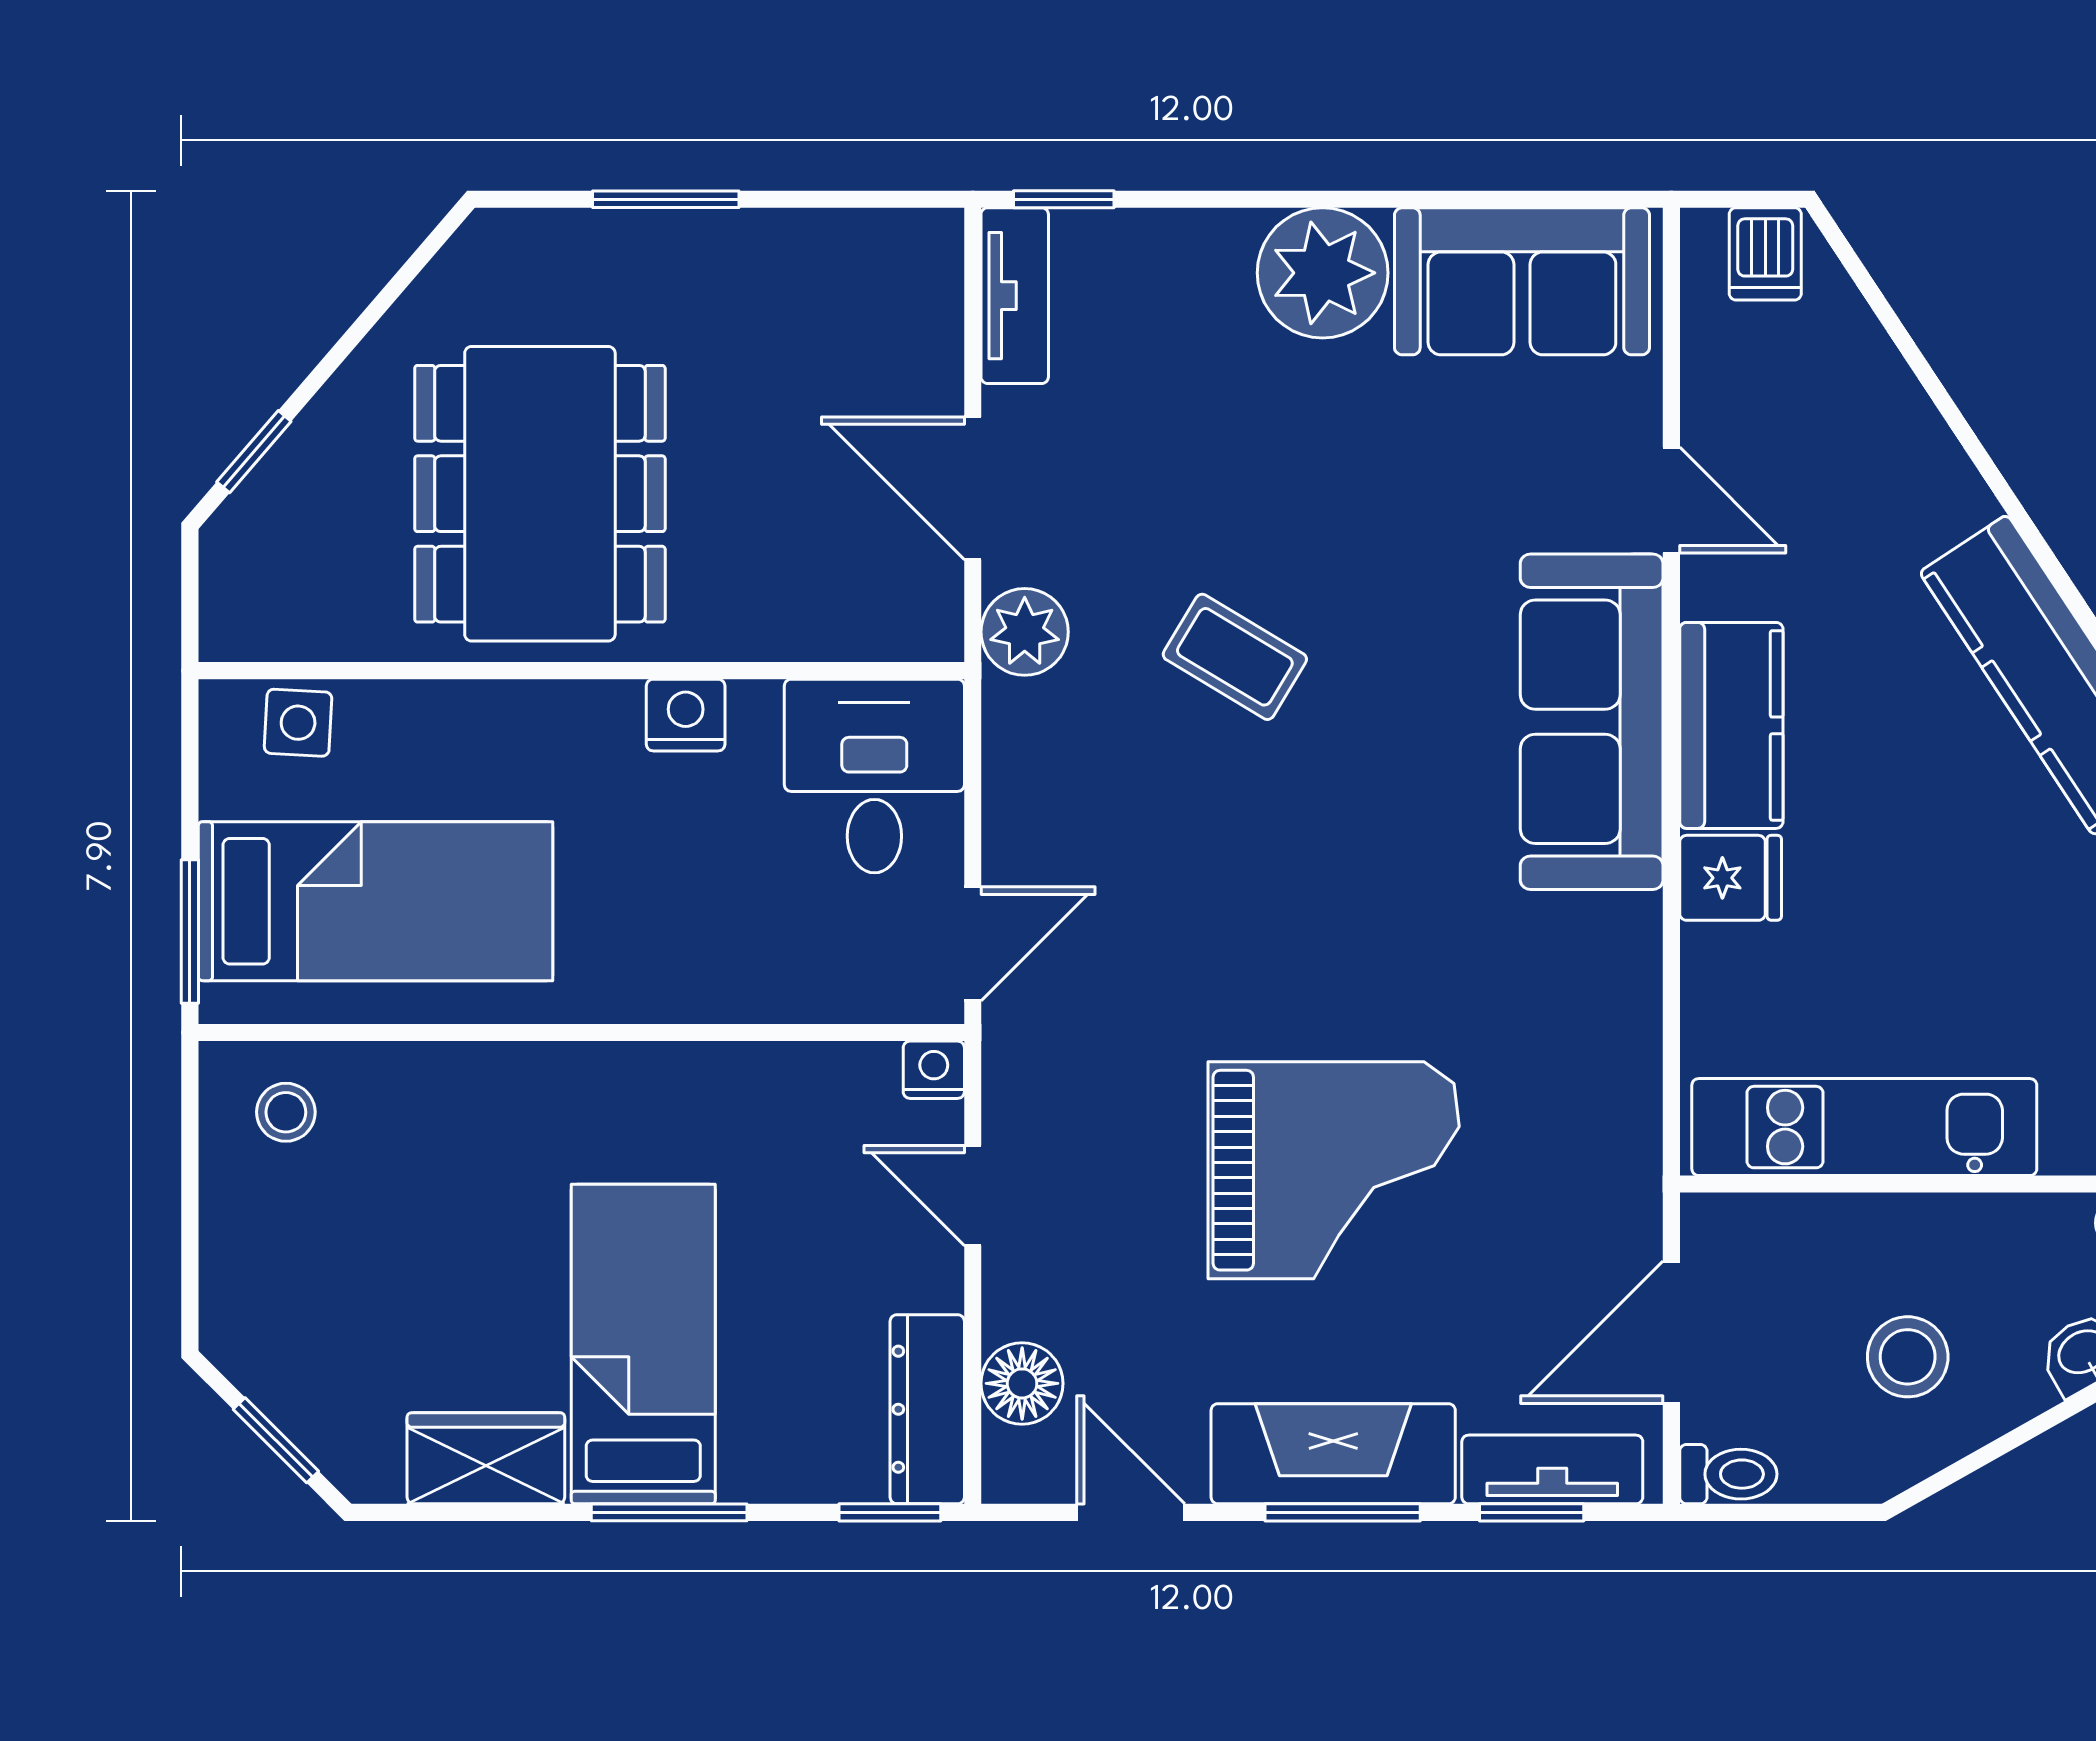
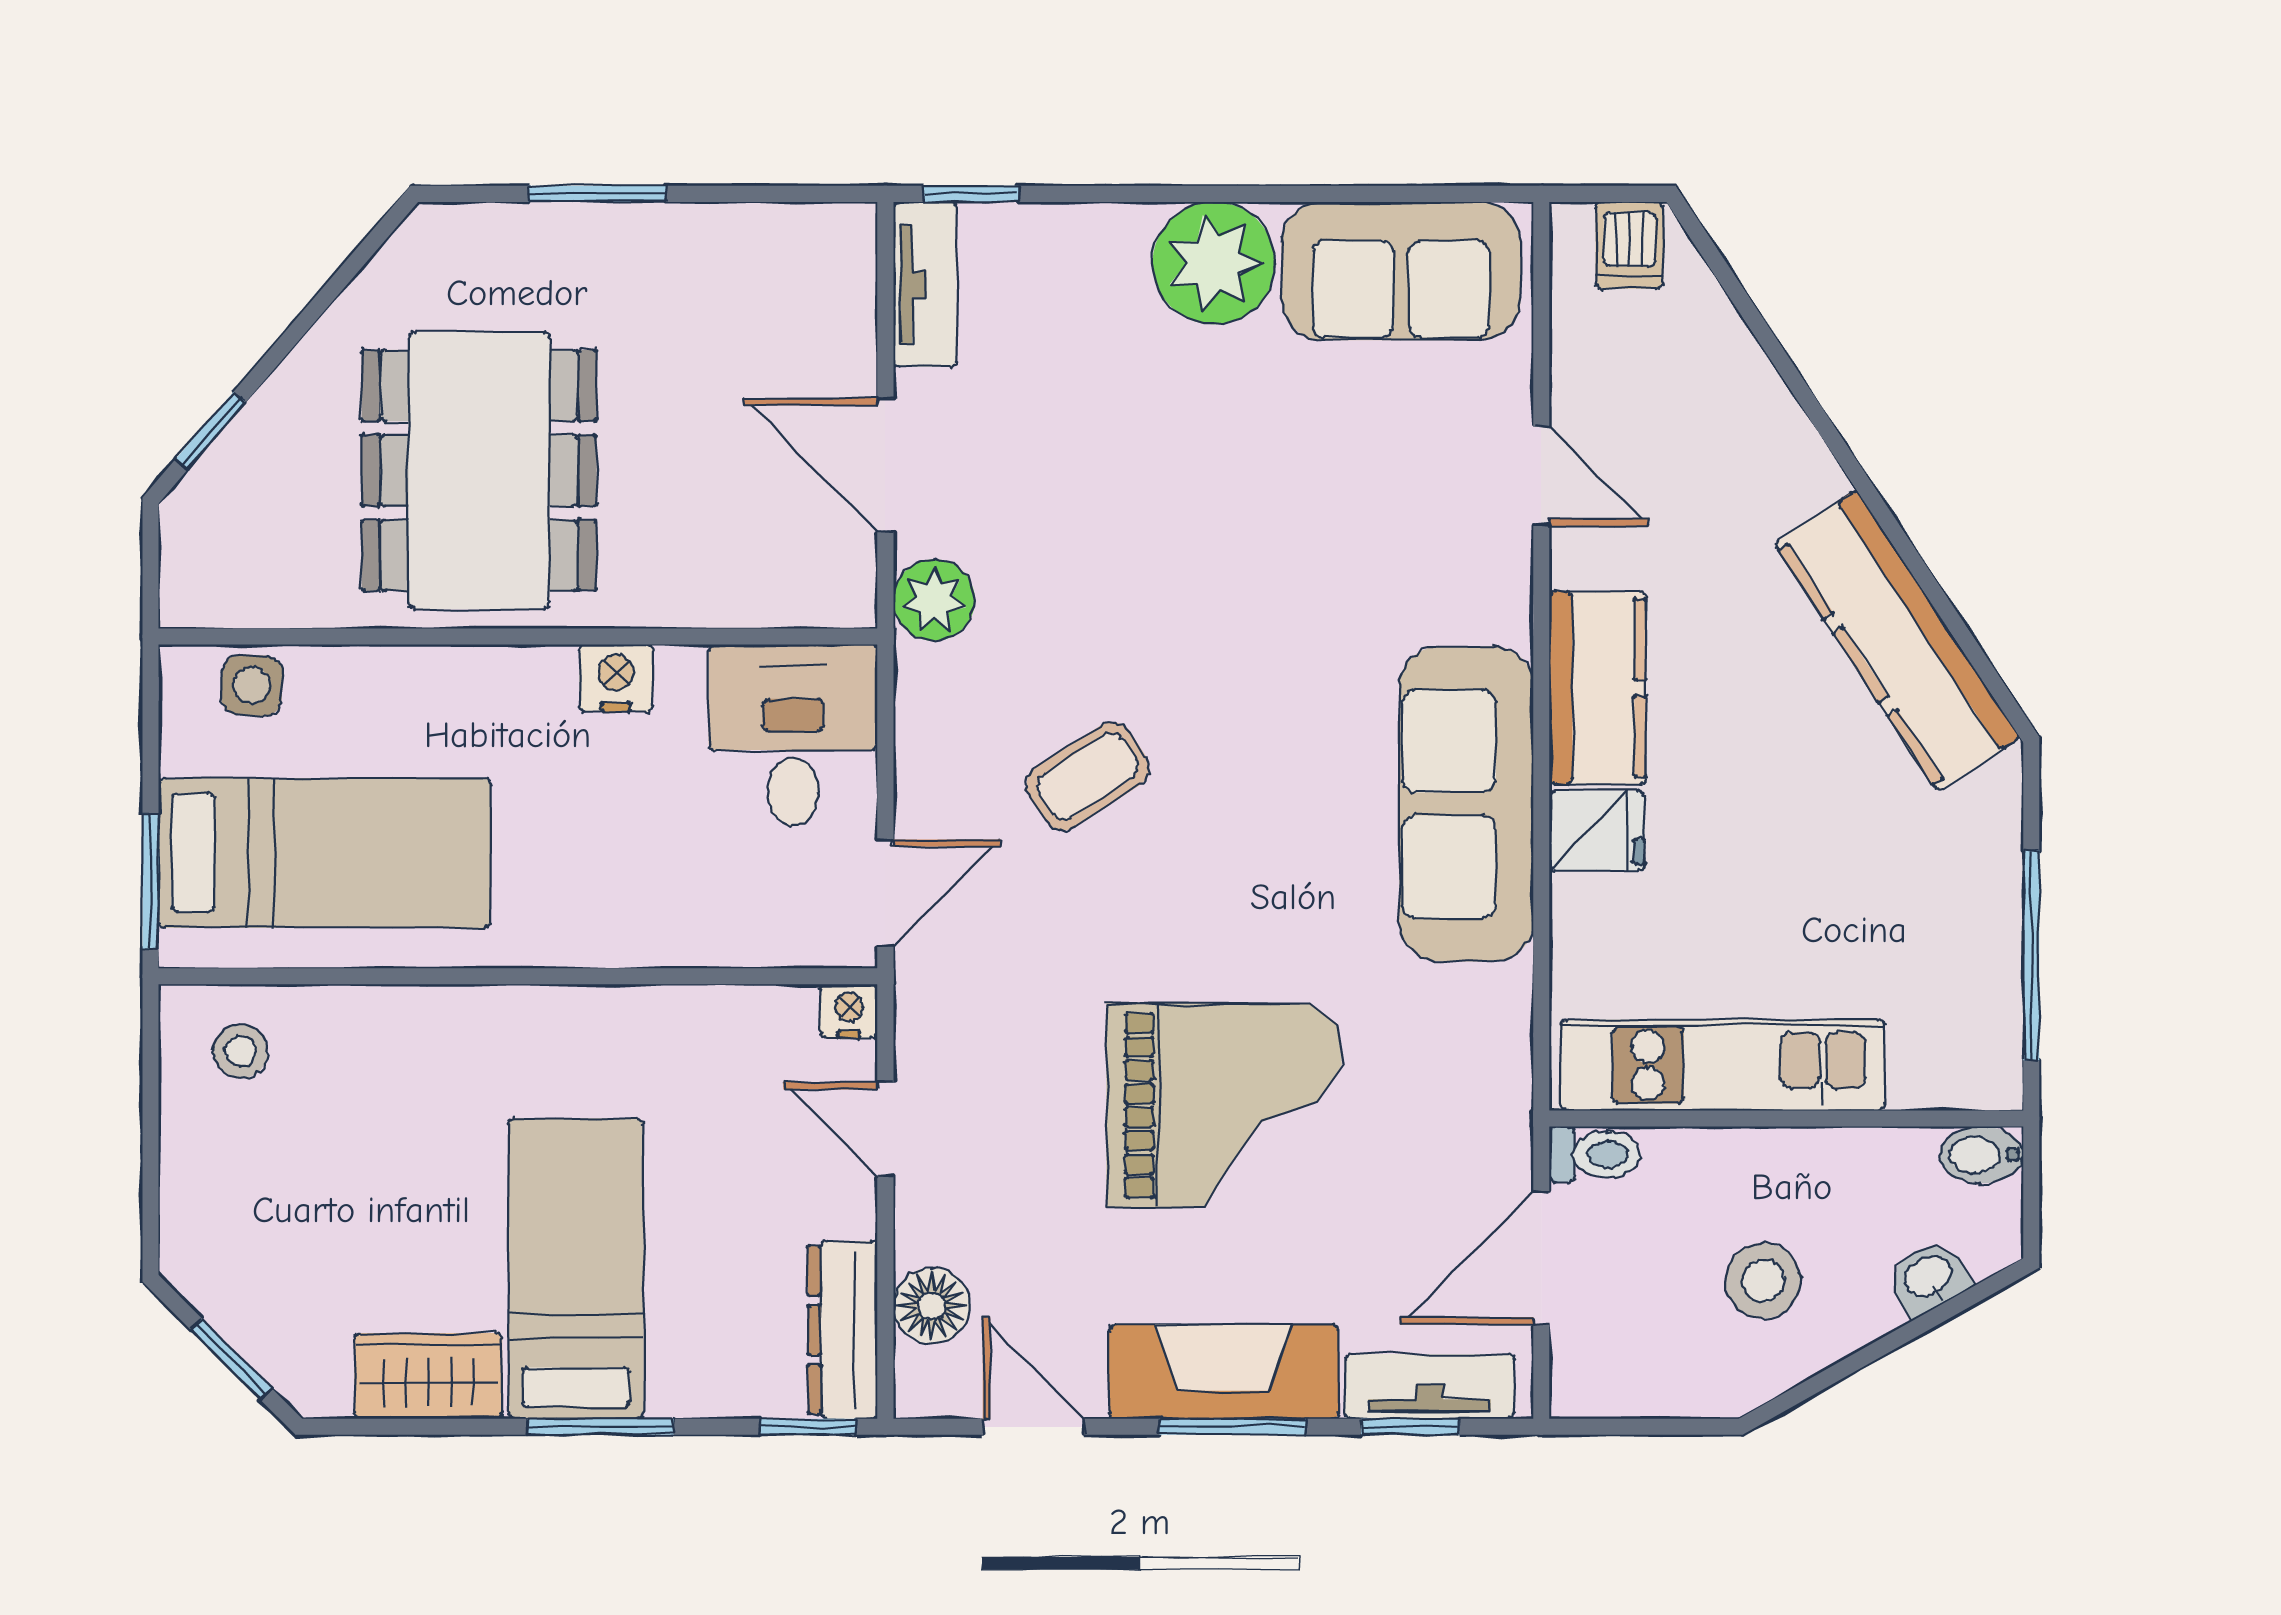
coffee table: (1235, 657) -> (1088, 776), moved, turned -64
sofa: (1592, 722) -> (1466, 804), moved
toilet: (1728, 1474) -> (1595, 1154), moved

